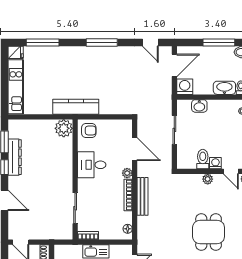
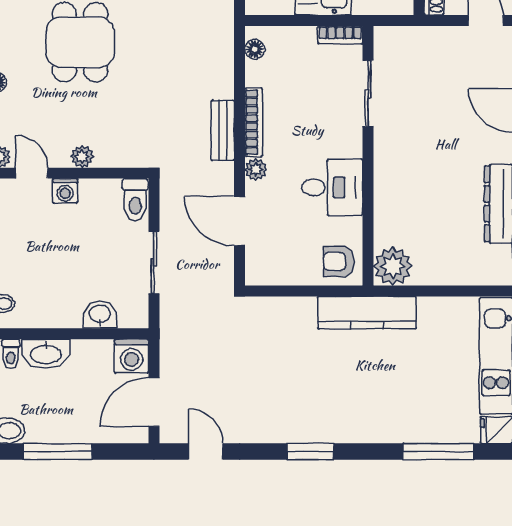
window: (102, 42) -> (311, 452), width x0.69
toilet: (203, 159) -> (135, 200), moved
bench: (142, 196) -> (223, 130), width x0.73

